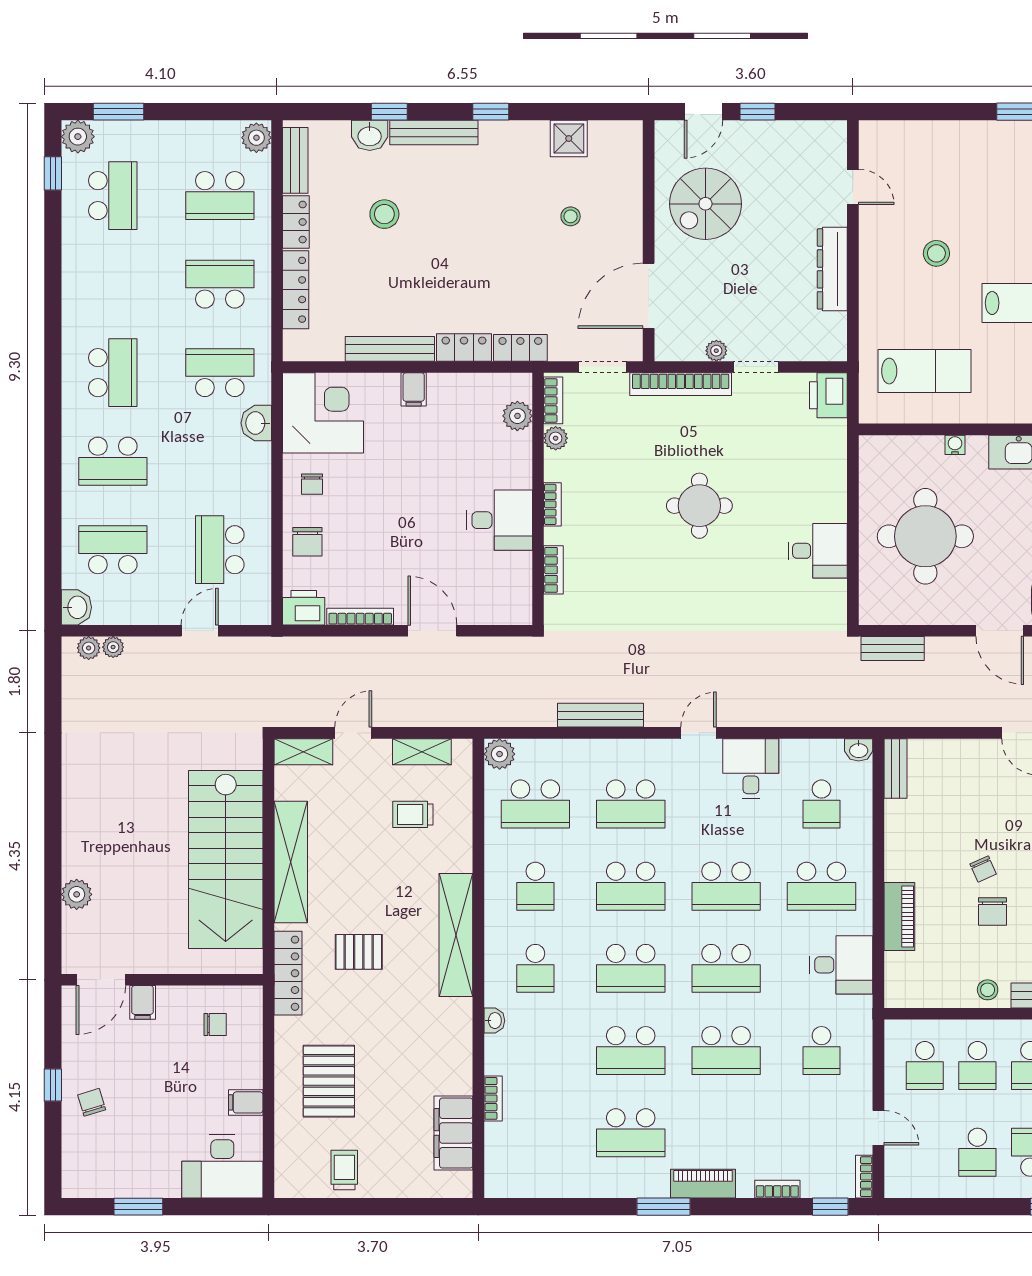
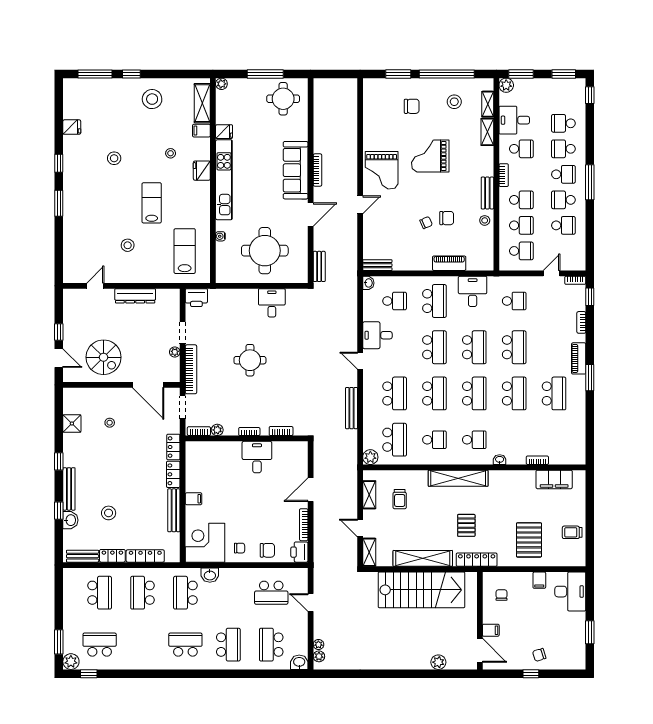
plant: (256, 138) -> (71, 575), removed
plant: (517, 416) -> (206, 448), removed
pallet: (329, 1081) -> (529, 540), turned 90

